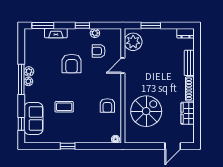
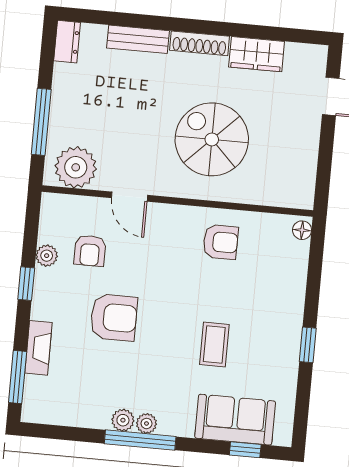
window: (151, 26) -> (41, 122), width x1.44
spiral stairs: (146, 111) -> (212, 139), moved

